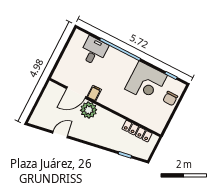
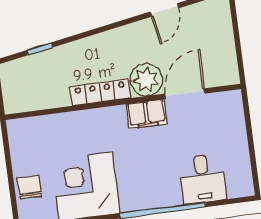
filing cabinet: (94, 93) -> (147, 114), width x2.00
locker: (137, 131) -> (100, 92), moved

